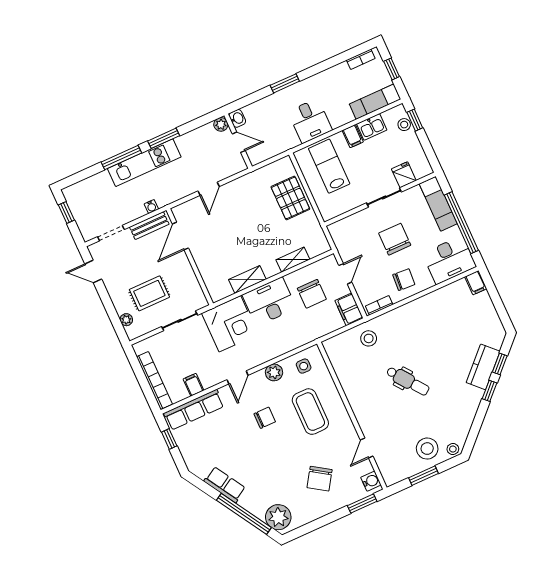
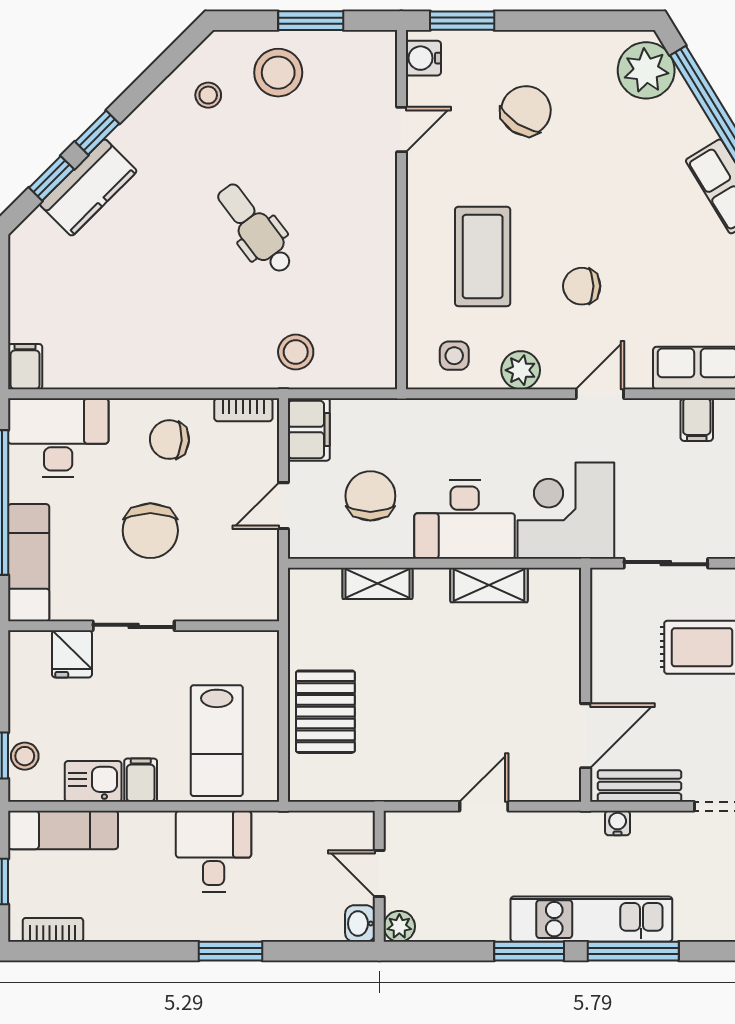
stool: (453, 449) -> (208, 95), moved

